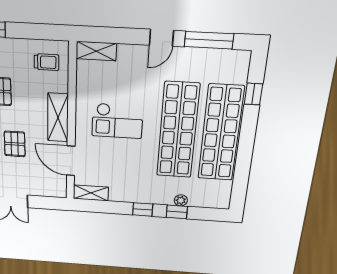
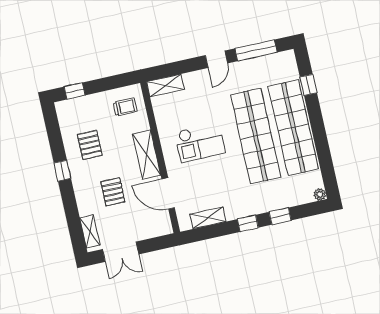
shelving: (91, 193) -> (208, 218), moved
plant: (181, 200) -> (320, 194), moved

